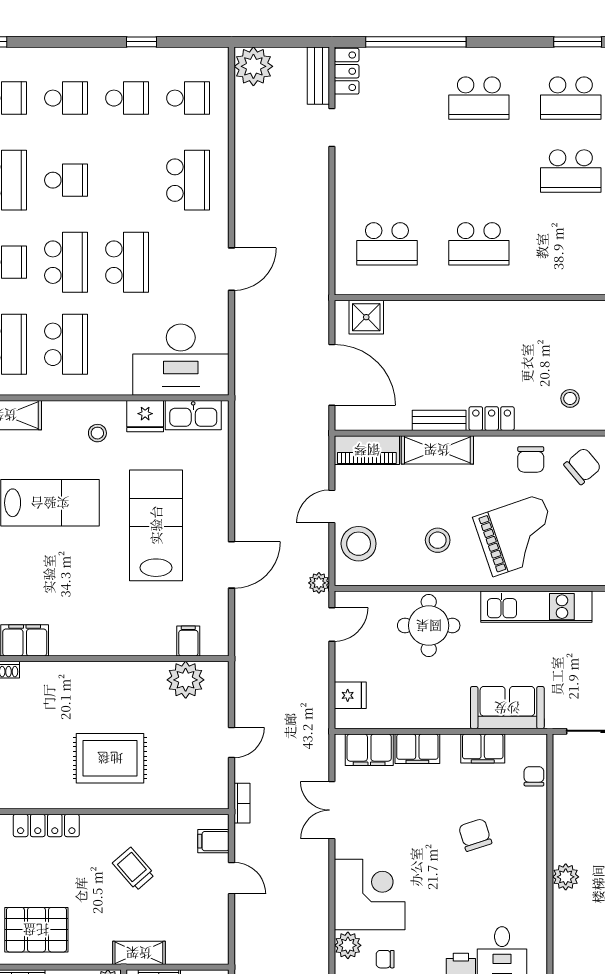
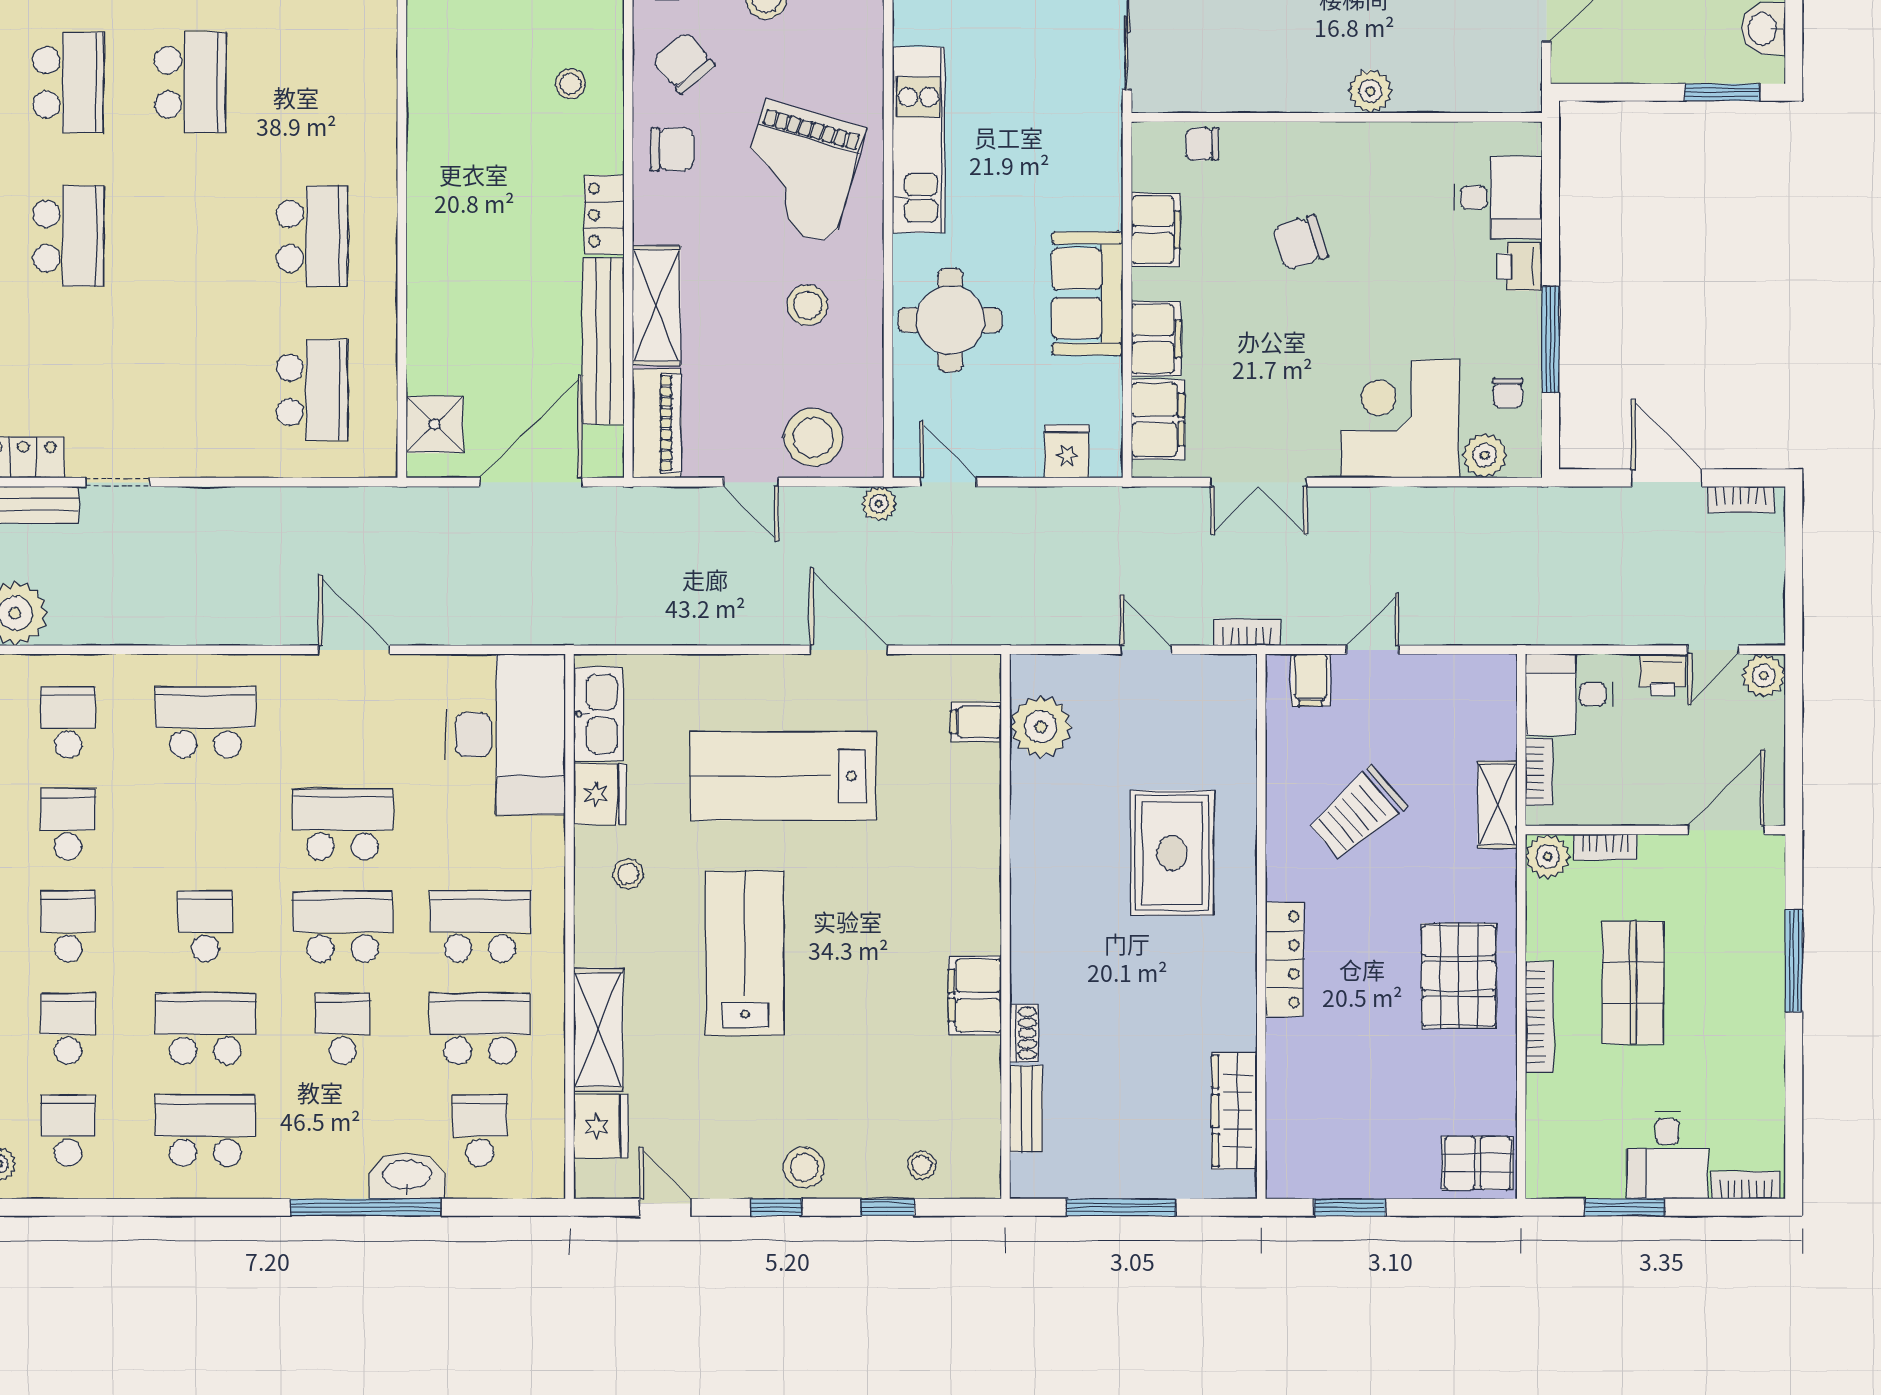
bench: (439, 420) -> (603, 341), width x1.86, depth x1.21
grand piano: (517, 535) -> (799, 172), turned -145
sofa: (507, 708) -> (1087, 293), moved
trolley: (134, 869) -> (1357, 813), width x1.36, depth x1.39

